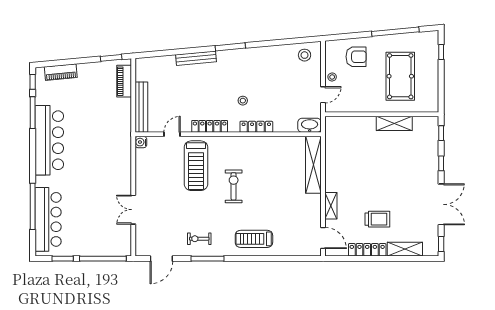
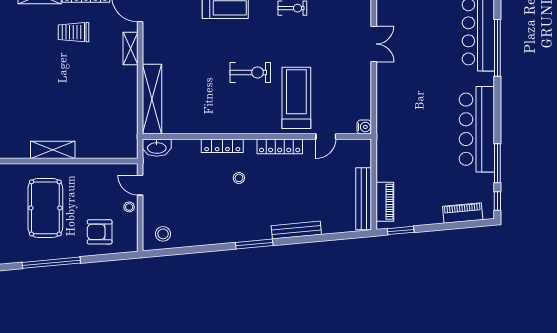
door: (323, 95) -> (140, 185), hinge flipped
bench: (141, 107) -> (364, 199), moved
exercise bike: (234, 186) -> (250, 72), turned -90

